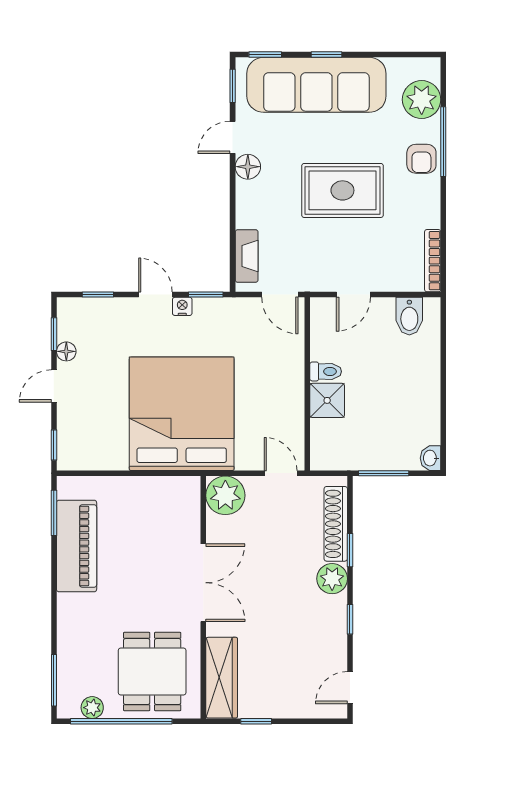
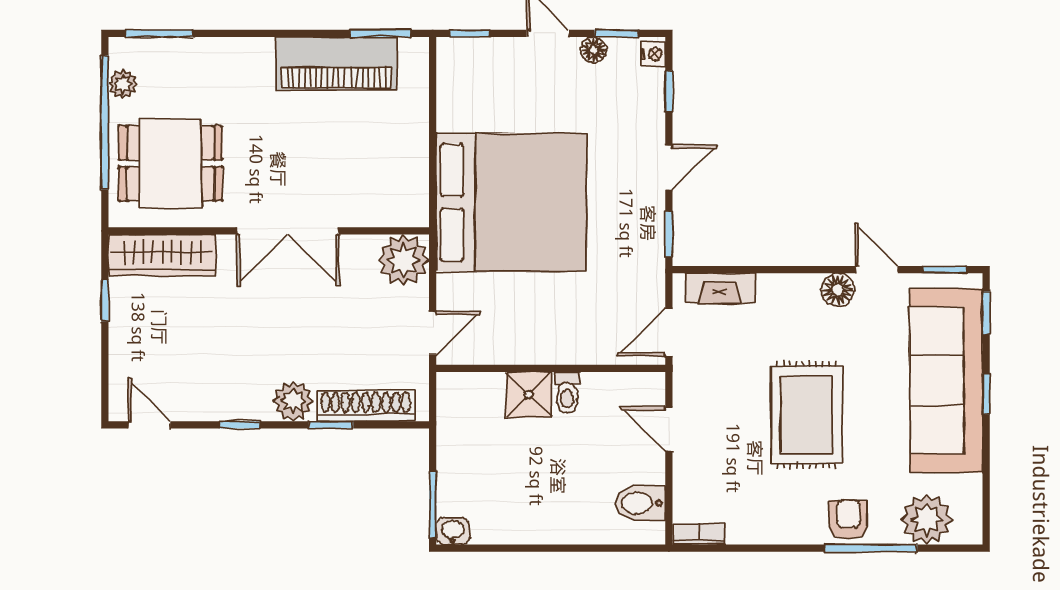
armchair: (421, 159) -> (848, 519), turned 90
bookcase: (433, 261) -> (699, 534), width x0.64
nightstand: (182, 306) -> (653, 54), moved
window: (384, 473) -> (433, 505), moved

